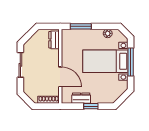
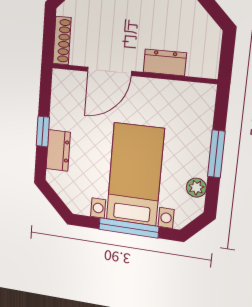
window: (81, 26) -> (216, 154), moved
dresser: (54, 40) -> (165, 62), moved
dresser: (81, 98) -> (58, 150), moved

